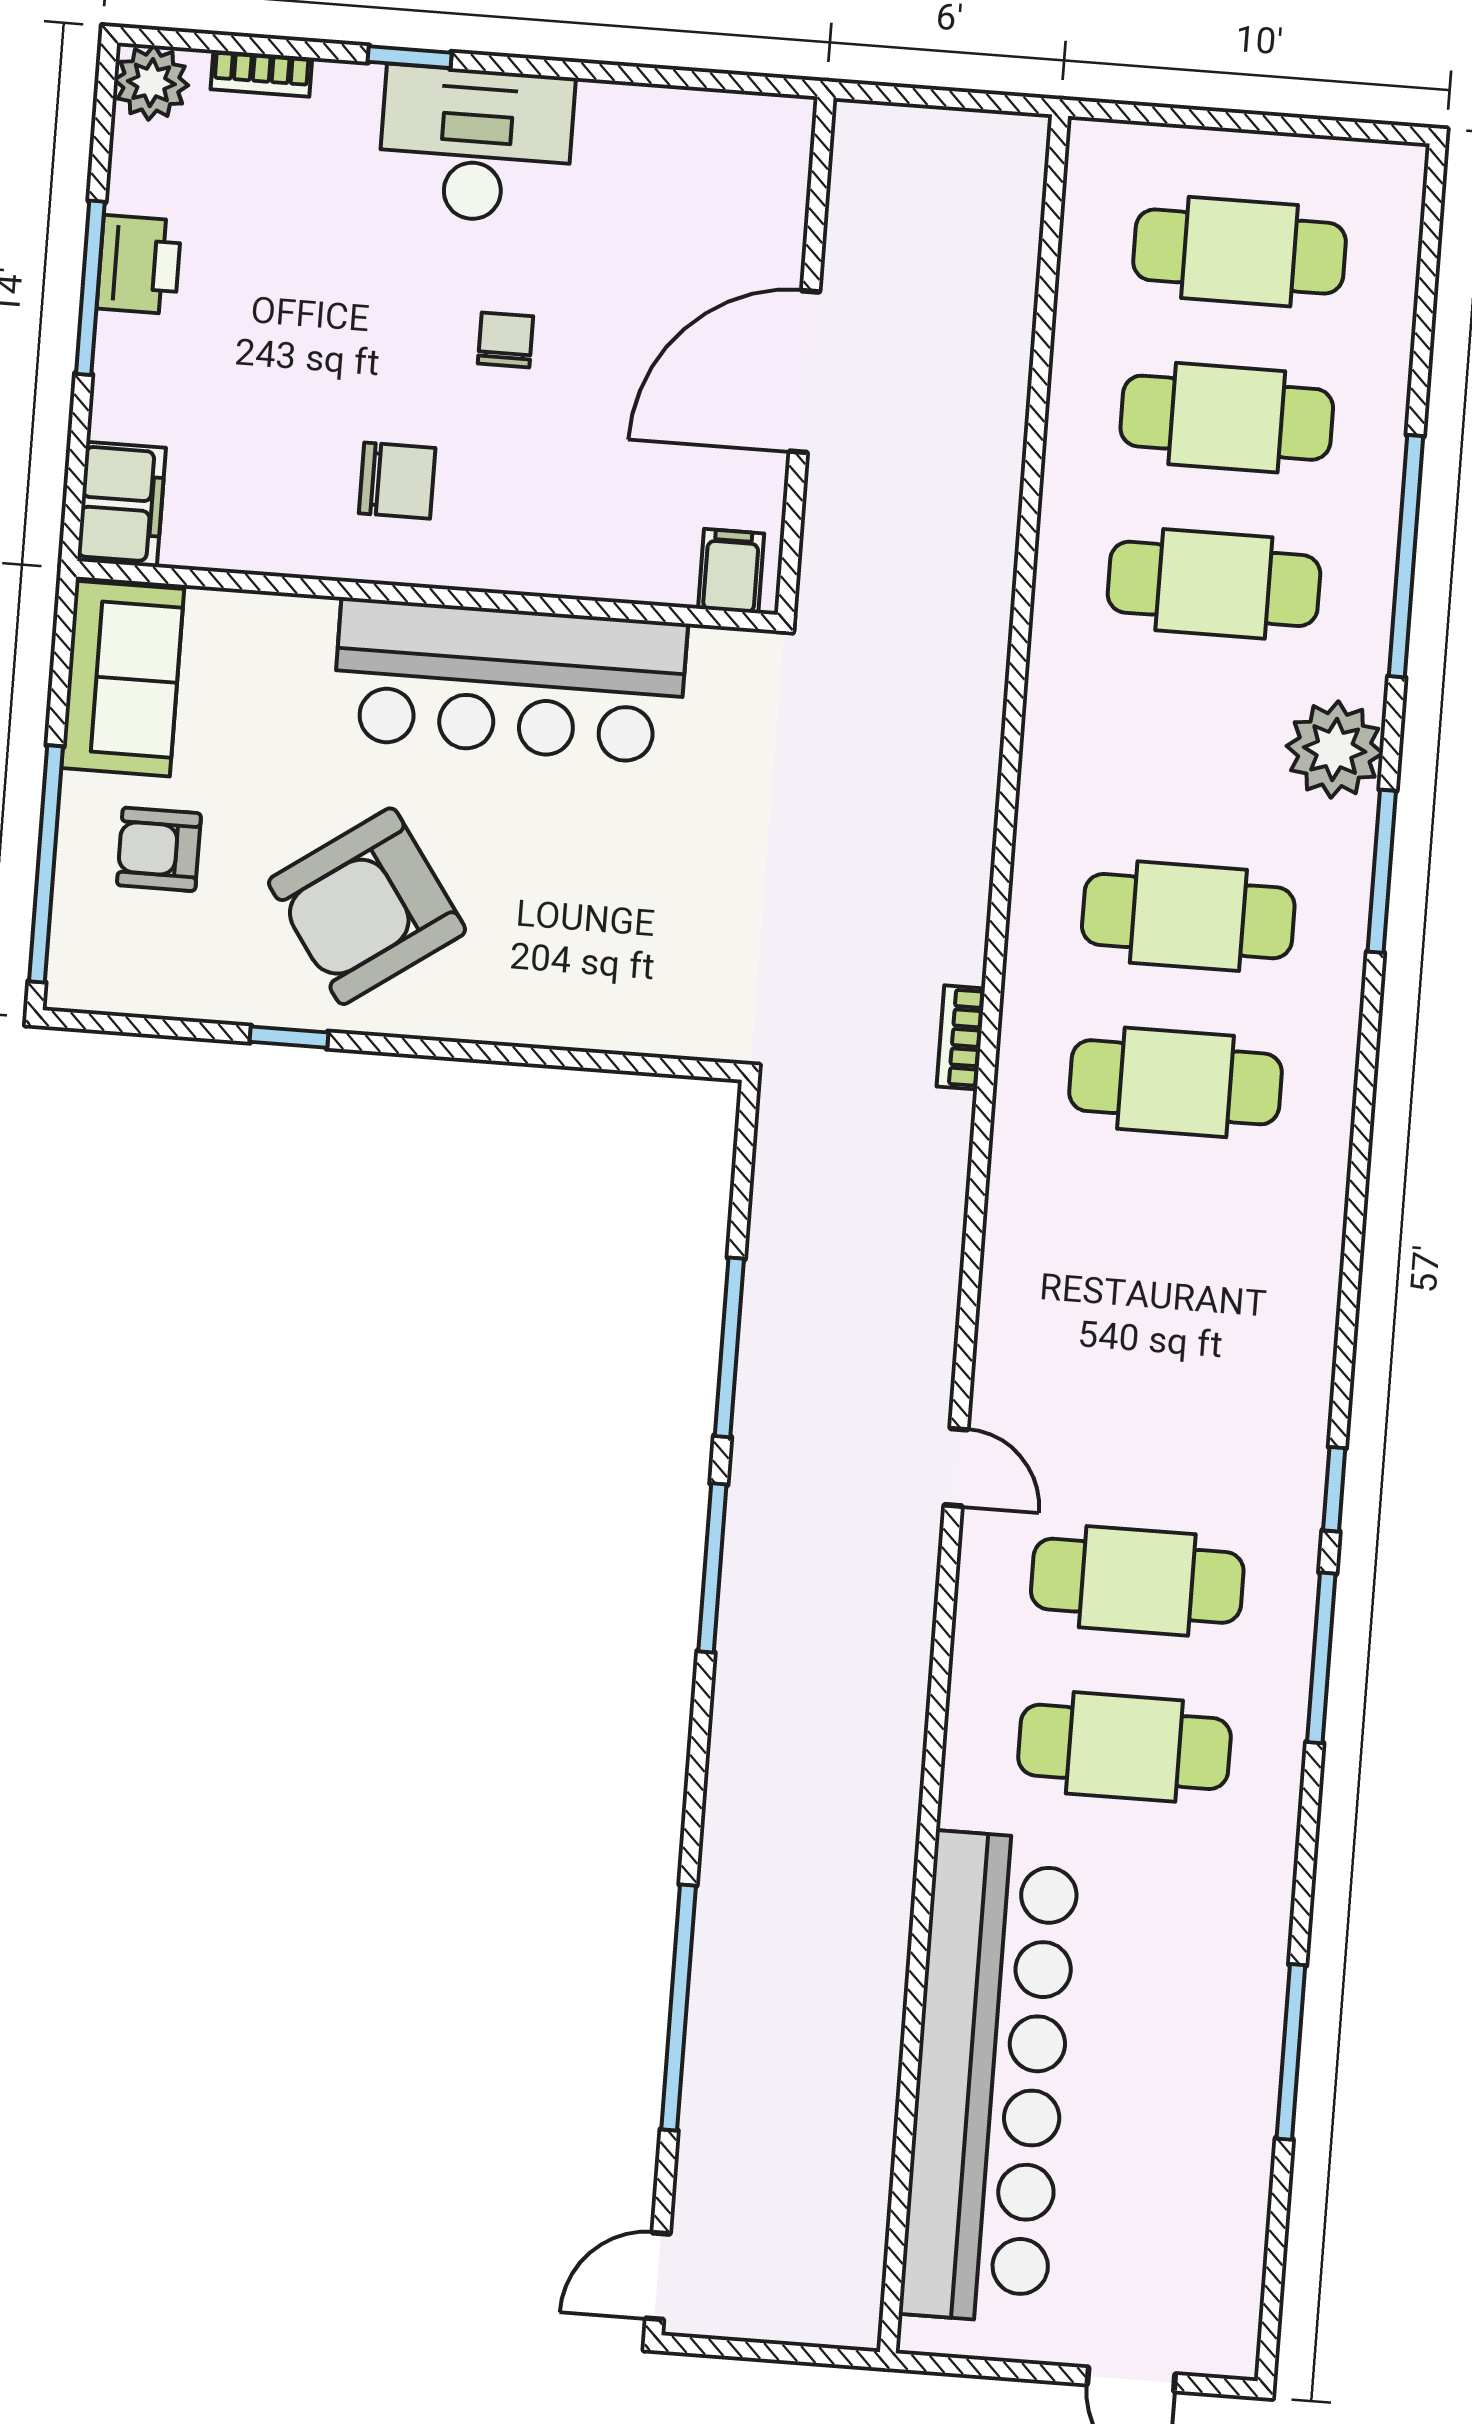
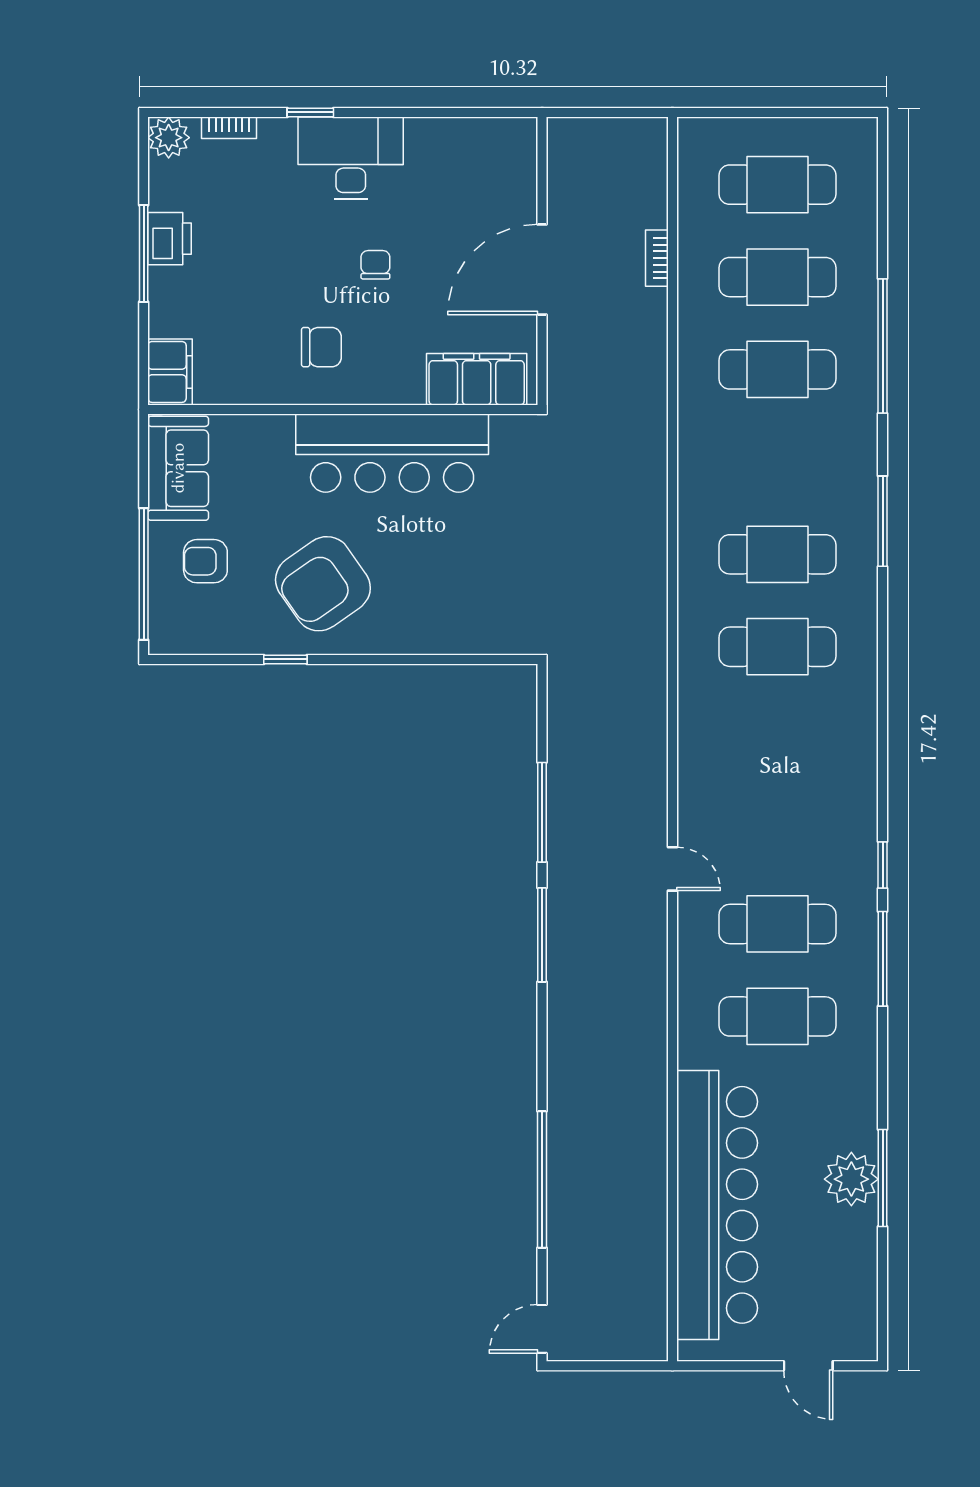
filing cabinet: (731, 571) -> (477, 379), width x3.00, depth x1.17
plant: (1335, 750) -> (851, 1179), moved
bookcase: (961, 1037) -> (657, 258), moved

